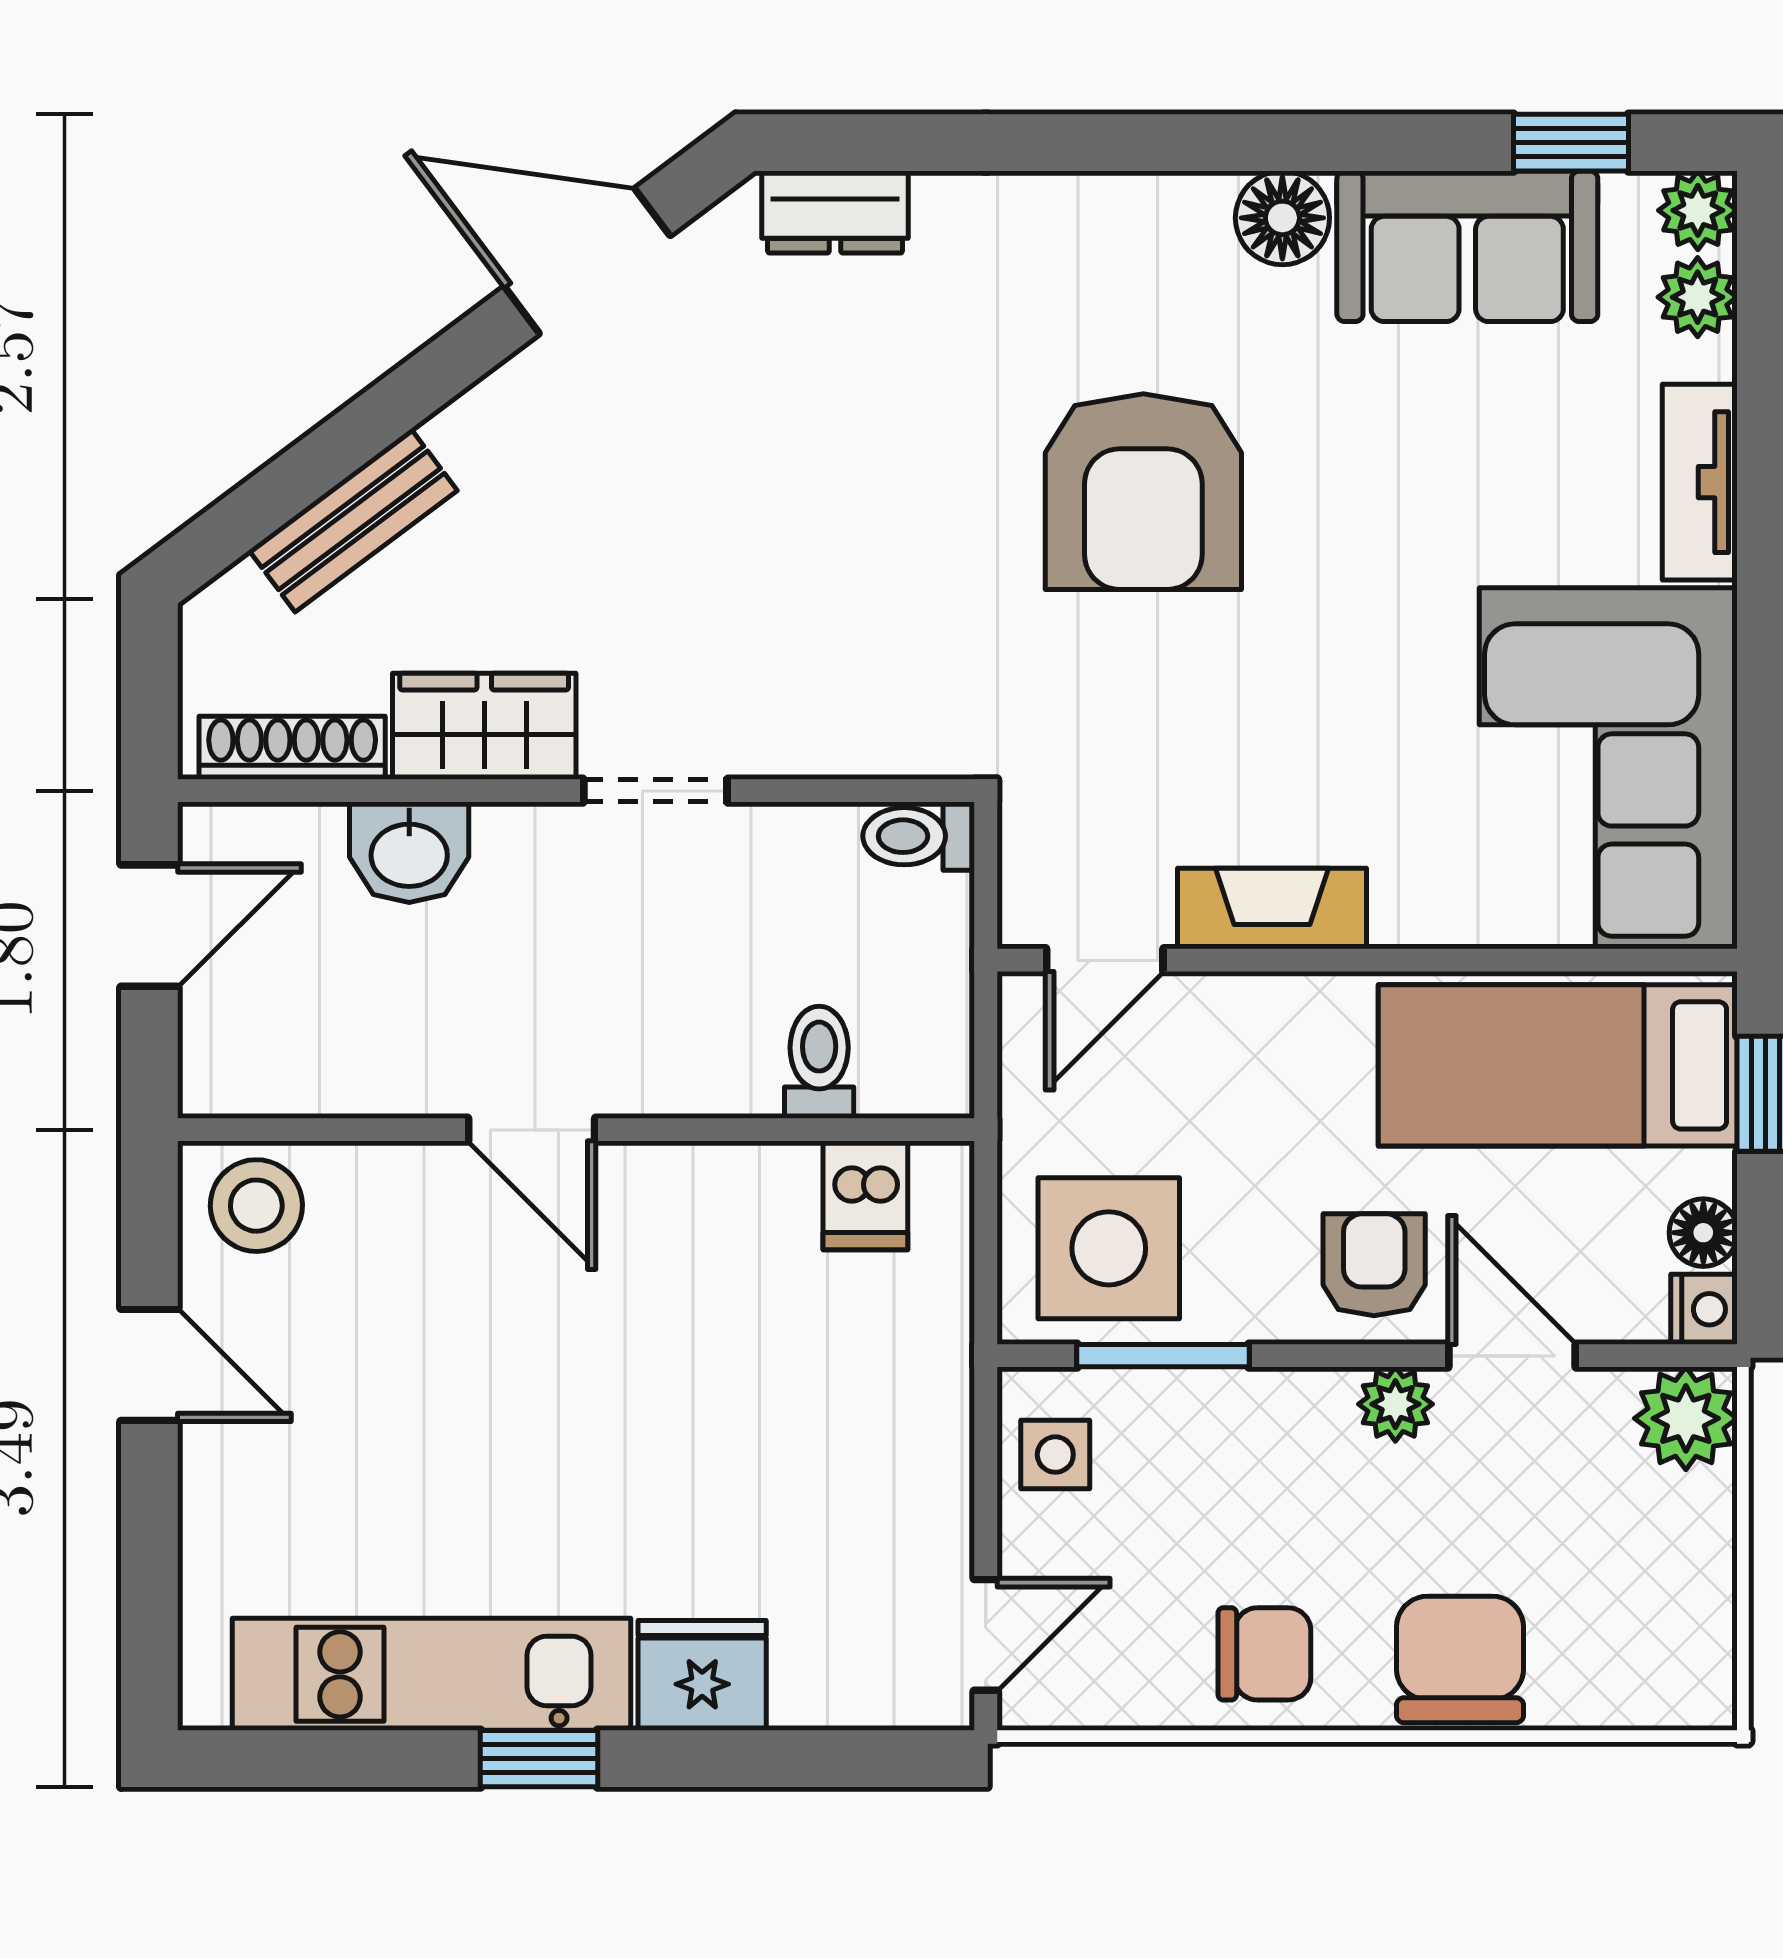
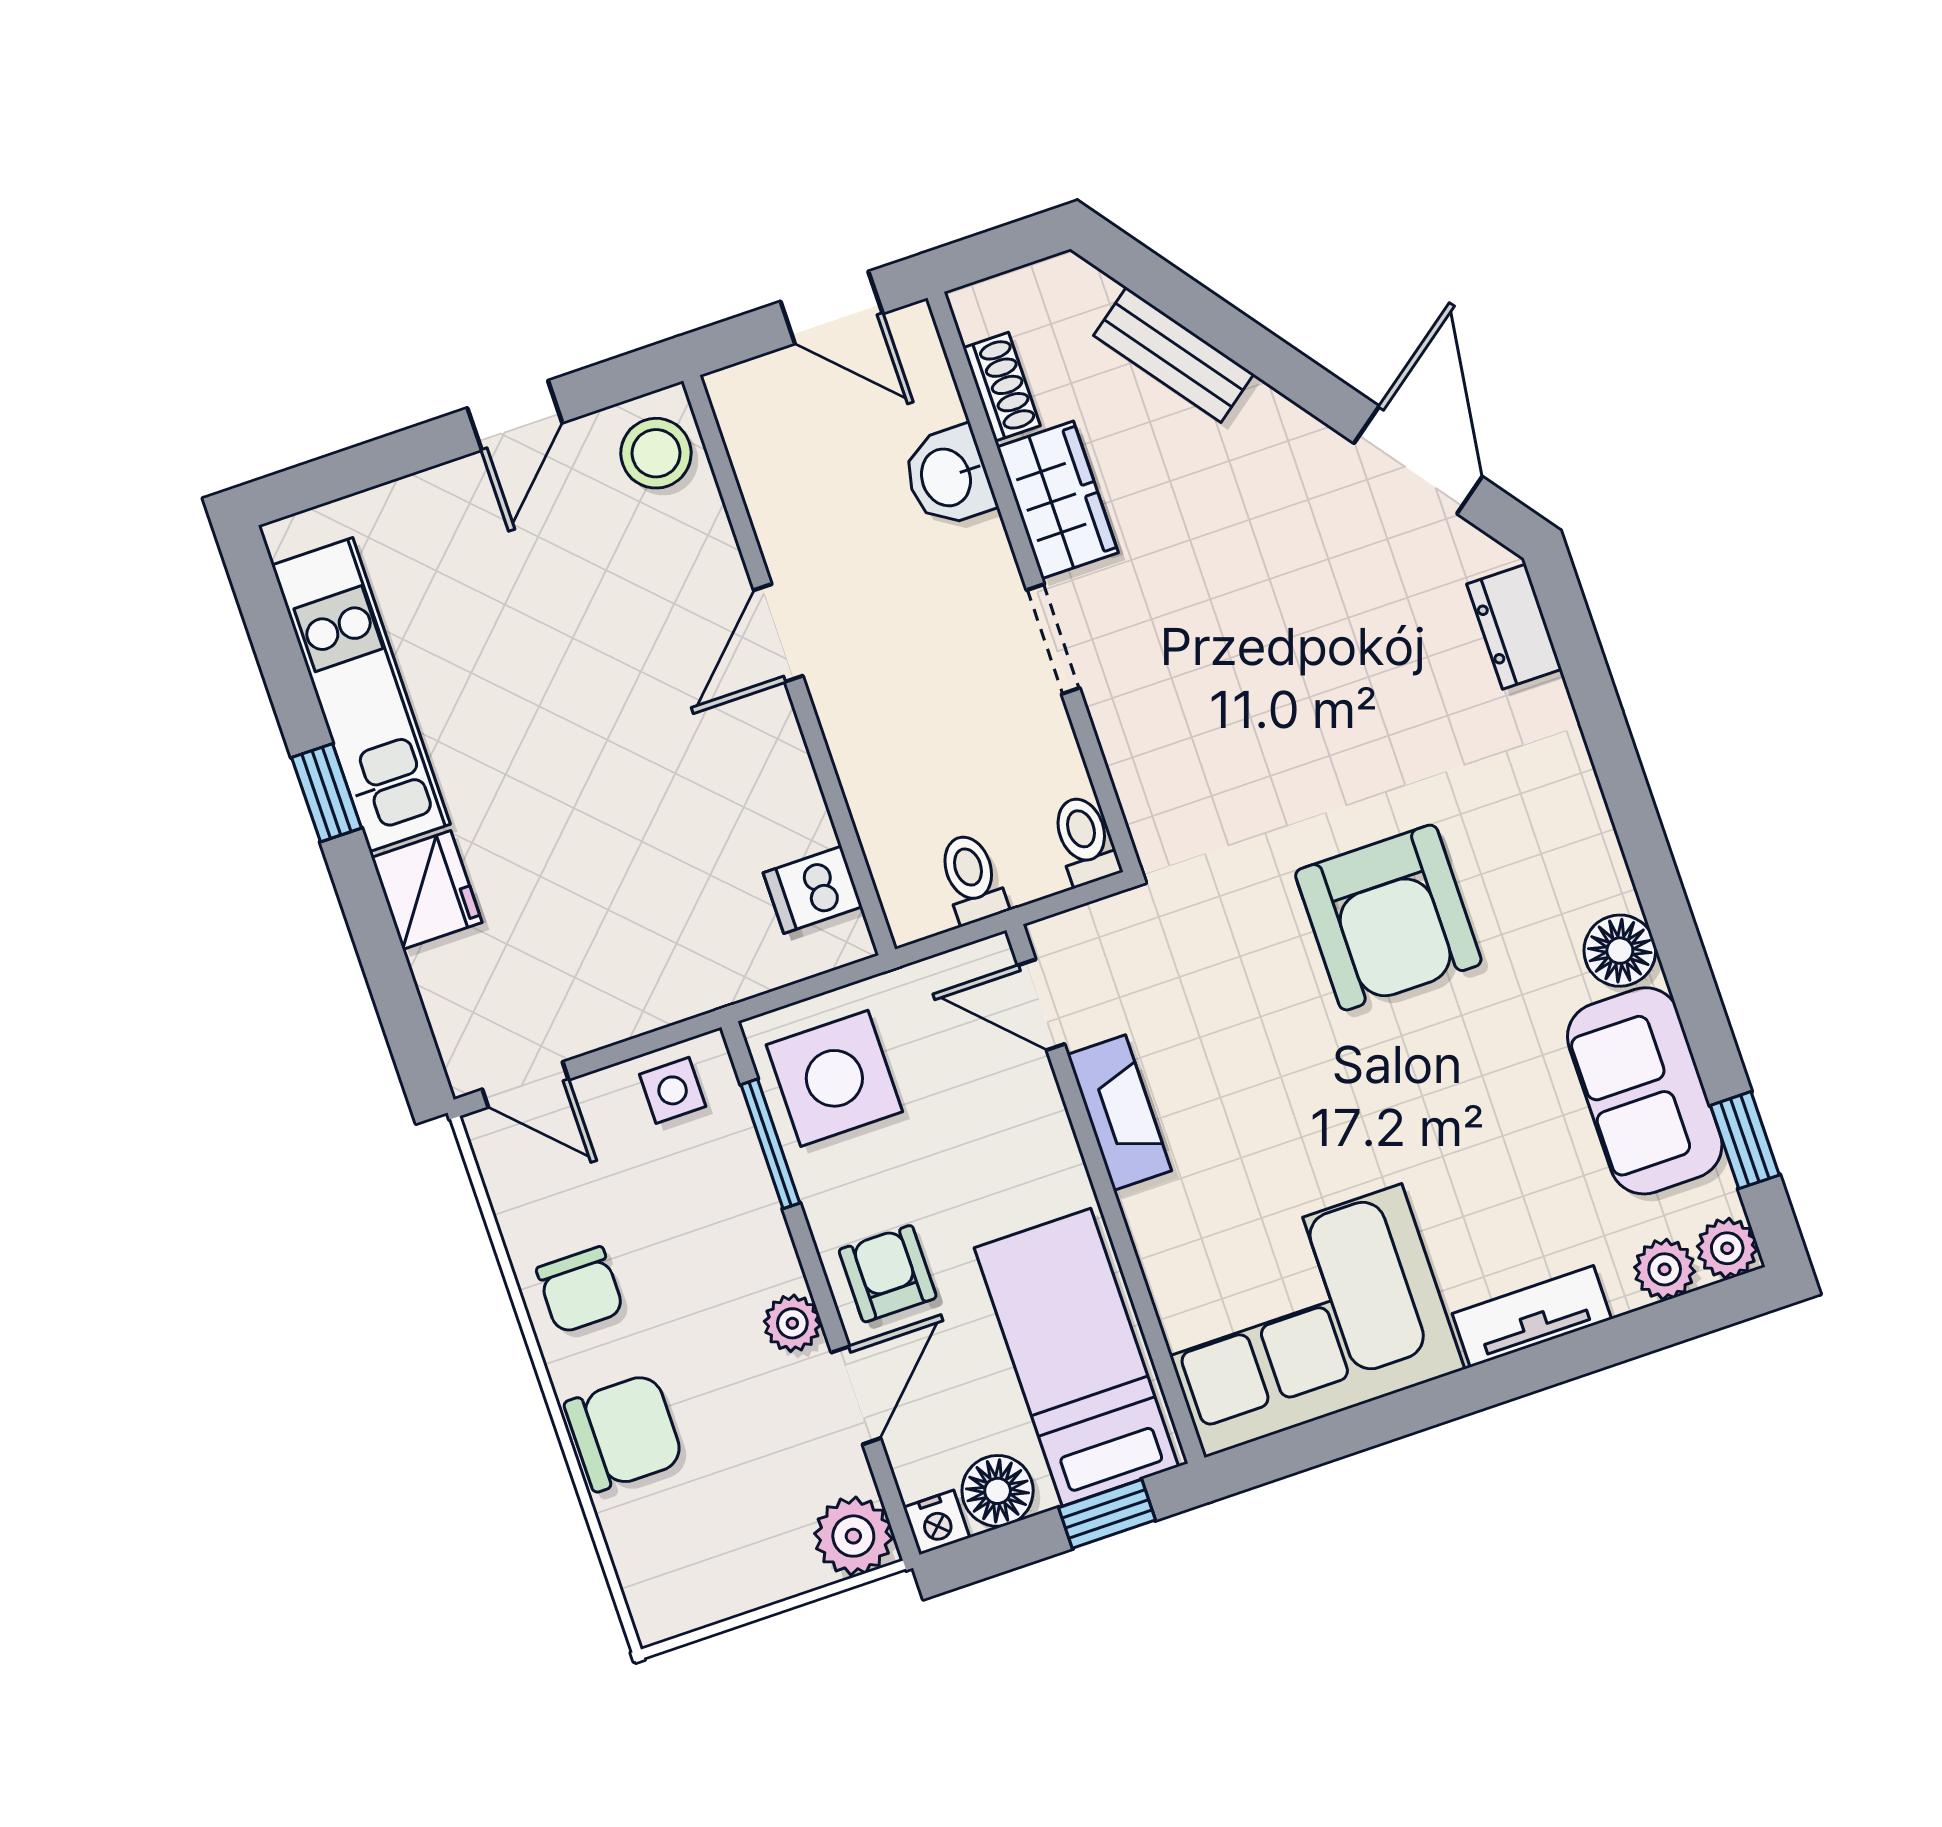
armchair: (1143, 492) -> (1388, 918), turned -90
shoe rack: (292, 748) -> (1002, 387), width x0.70
toilet: (819, 1062) -> (972, 878), moved, turned -90
floor lamp: (1703, 1233) -> (998, 1491), width x1.37, depth x1.37
armchair: (1374, 1265) -> (888, 1274), turned -90

